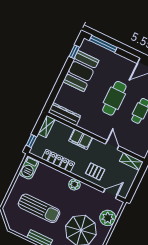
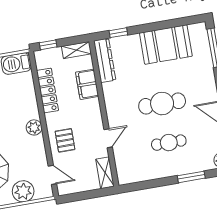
window: (74, 52) -> (118, 33), moved
filing cabinet: (81, 139) -> (87, 84), moved

